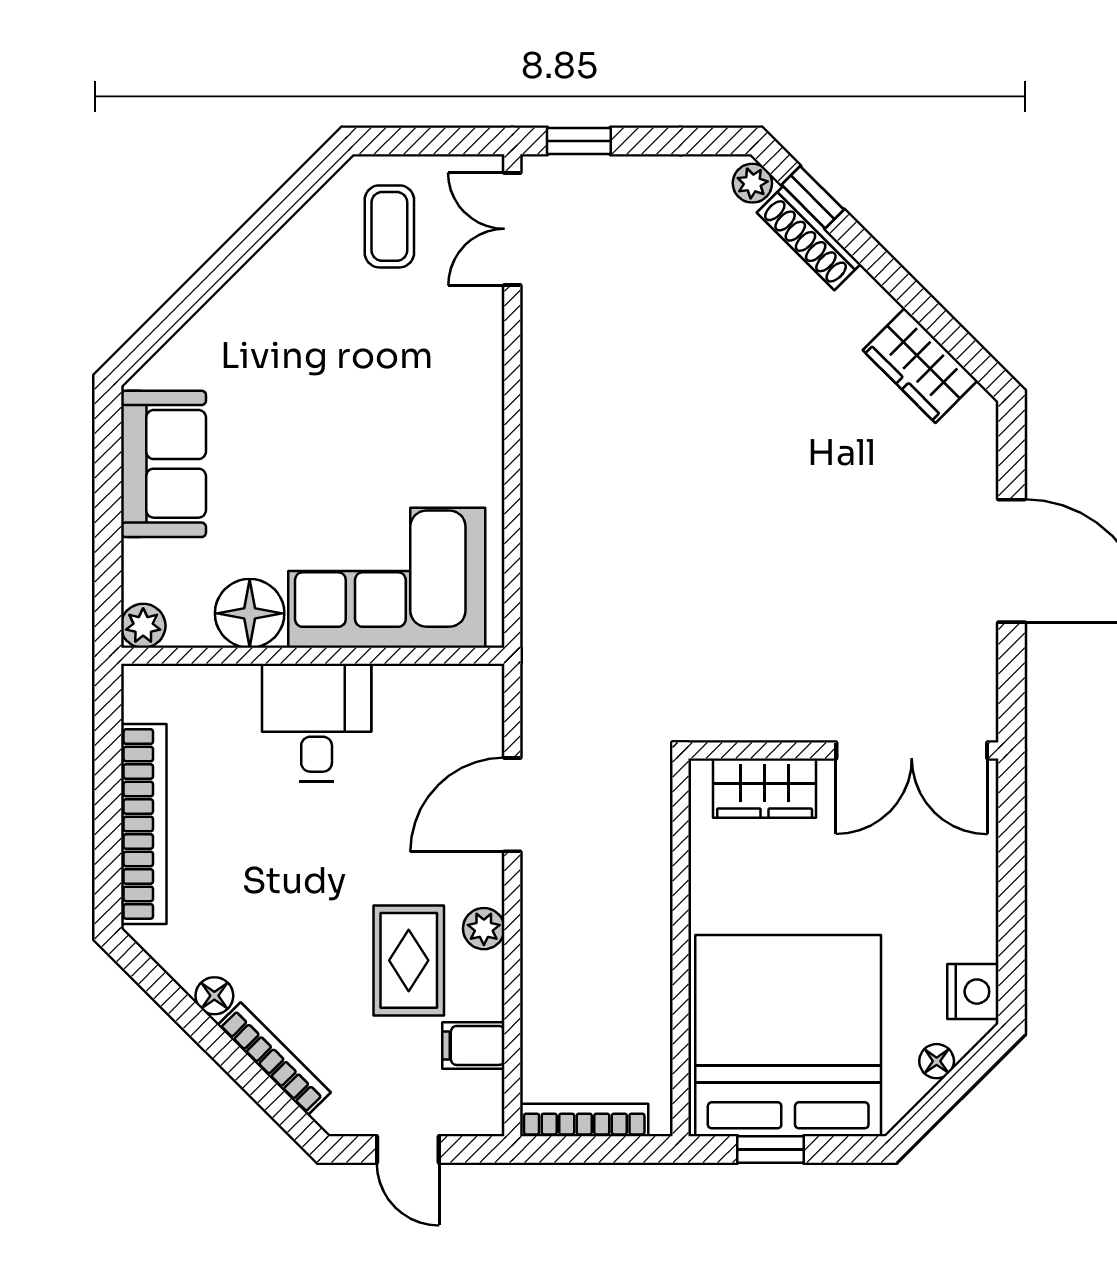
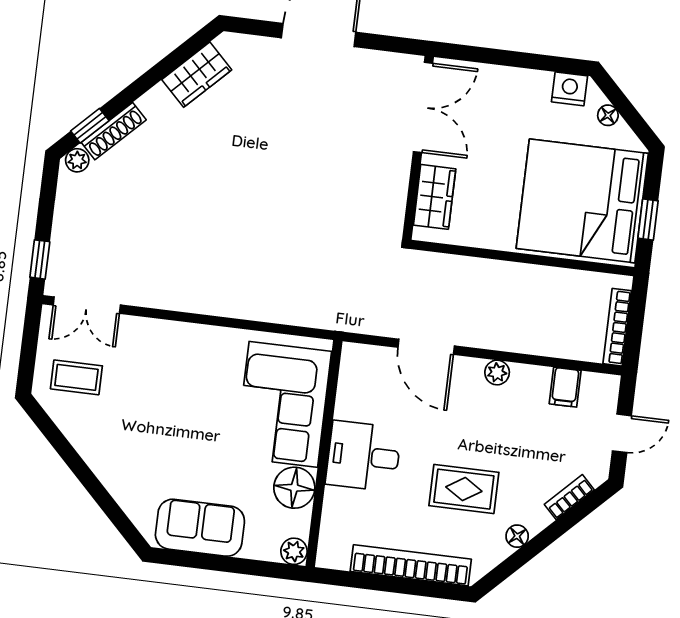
rug: (409, 960) -> (464, 489), moved
bookcase: (274, 1059) -> (569, 497), width x0.64

